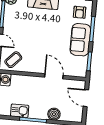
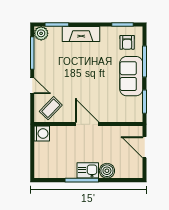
door: (54, 76) -> (87, 124), moved
kitchen sink: (20, 111) -> (88, 170), moved

